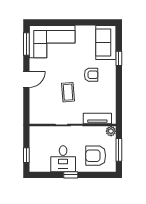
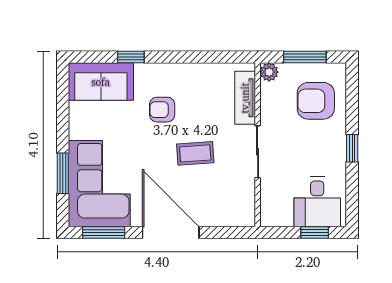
window: (58, 22) -> (63, 173), added
armchair: (91, 75) -> (162, 110), turned -90
door: (26, 79) -> (171, 232), width x1.87
armchair: (96, 156) -> (316, 101), turned 90
desk: (63, 159) -> (317, 202), moved, turned 90

